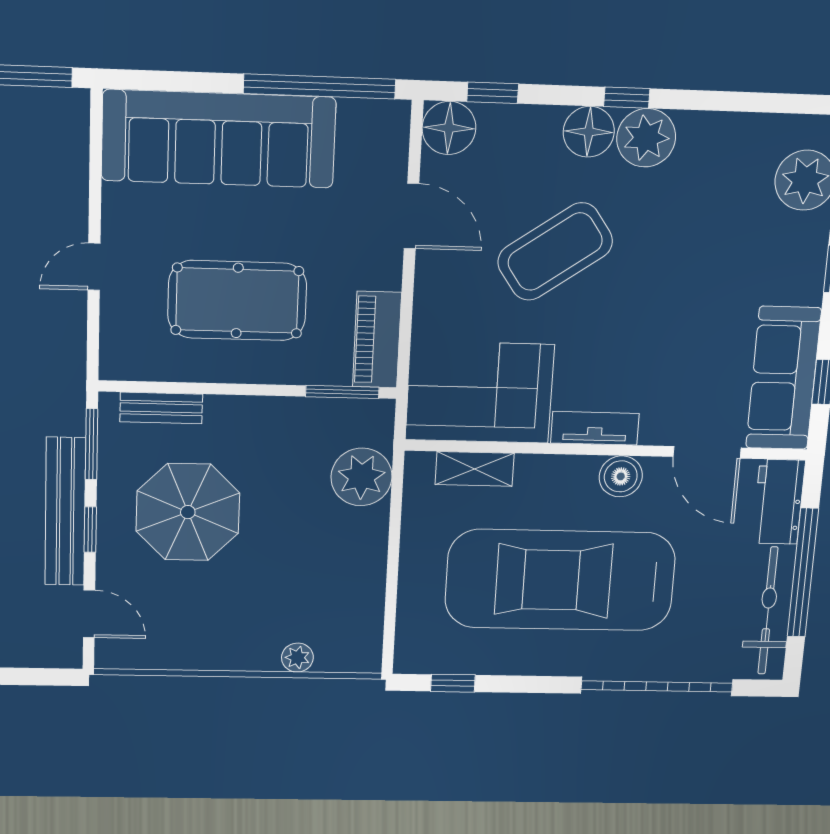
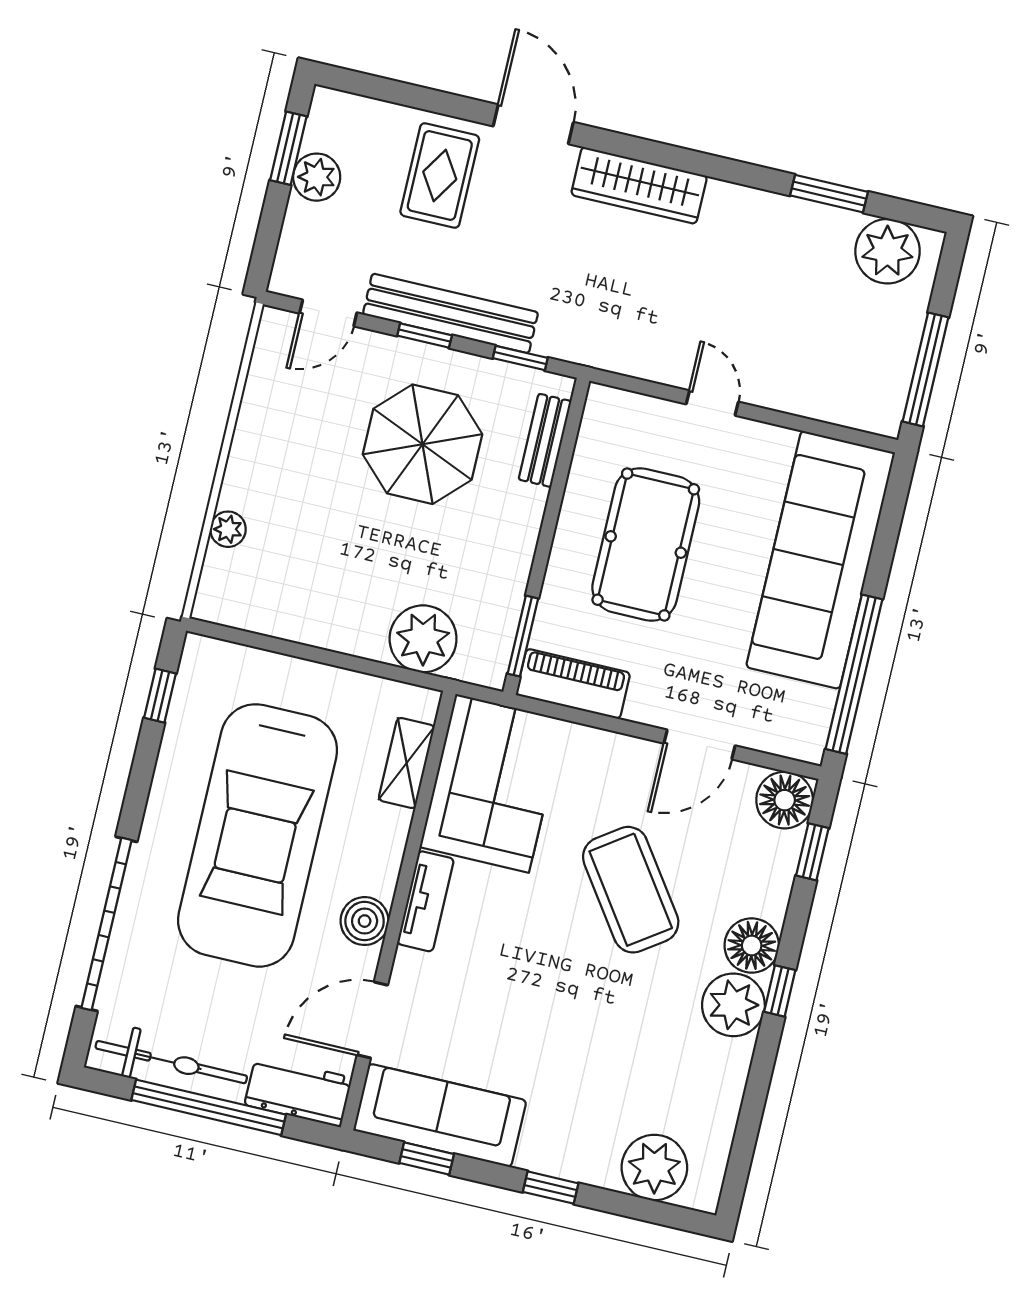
window: (91, 444) -> (520, 358), width x0.67
car: (560, 580) -> (258, 835), turned 180

